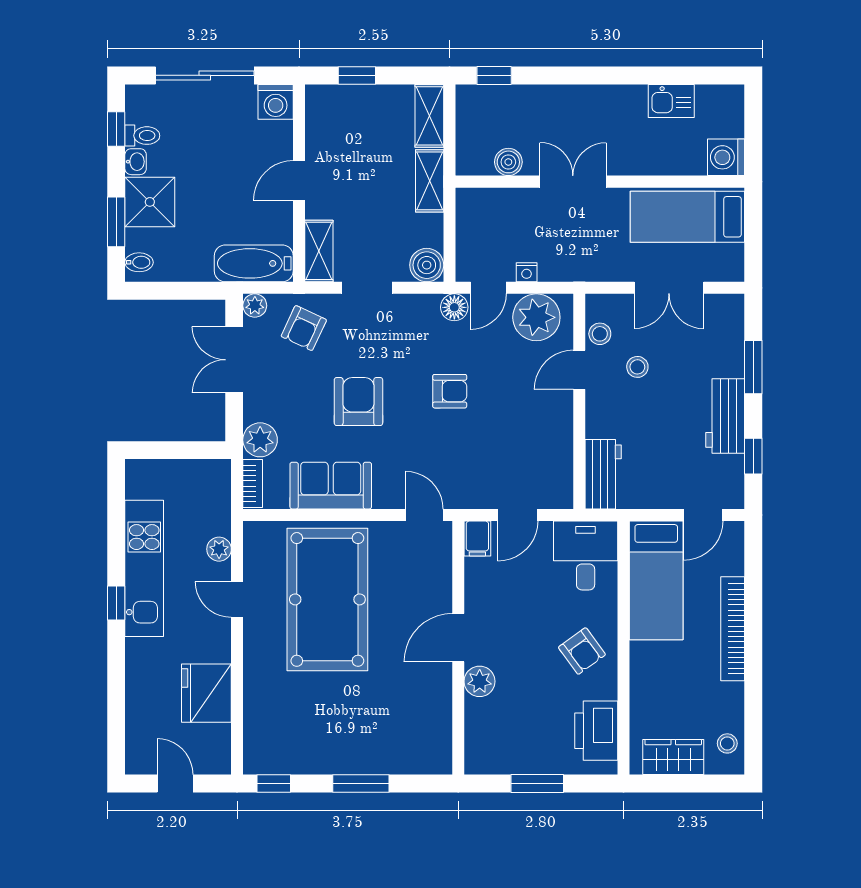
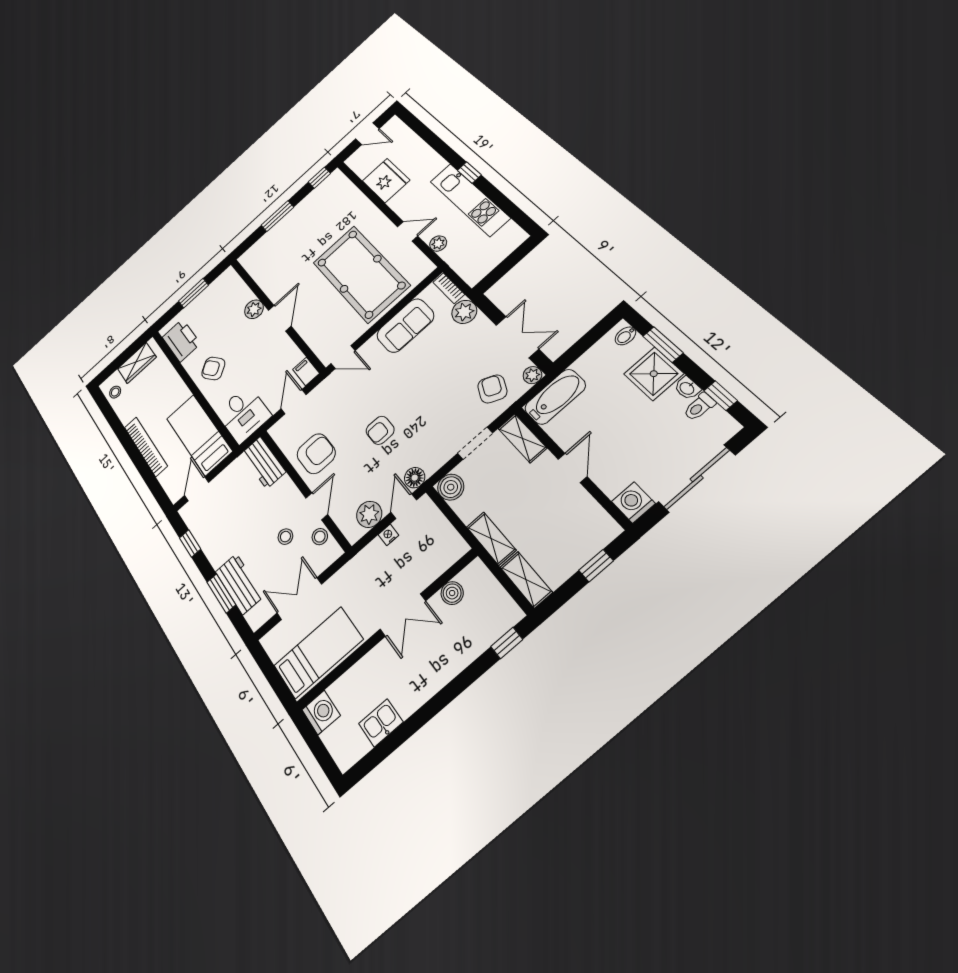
plant: (536, 317) -> (369, 514), width x0.73, depth x0.73
armchair: (358, 402) -> (316, 454), moved, turned -90
workbench: (725, 416) -> (239, 584), moved

